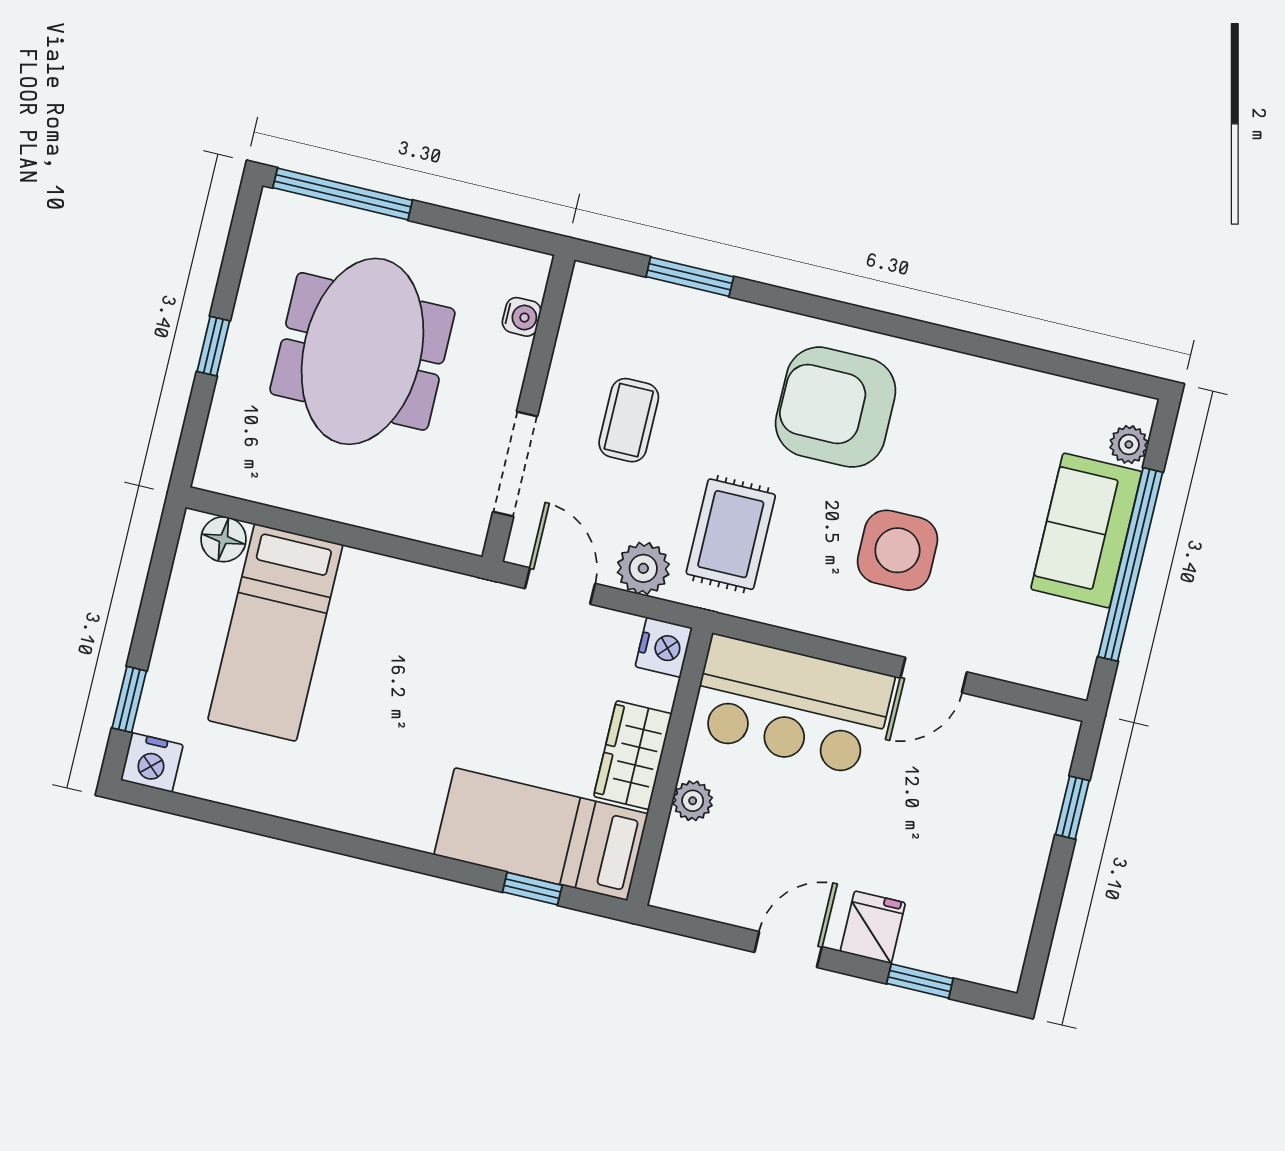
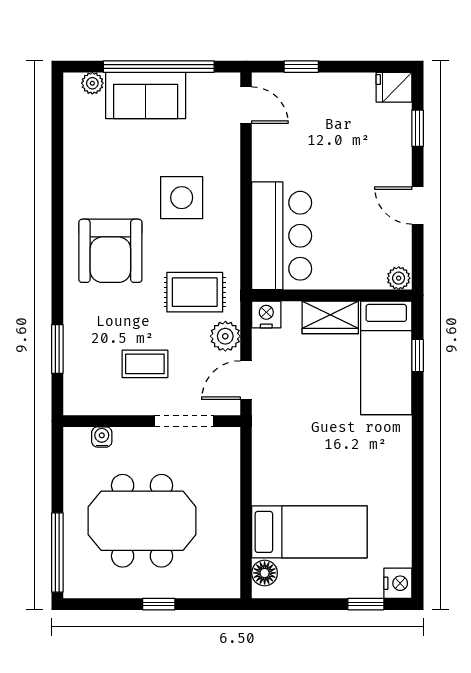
door: (934, 675) -> (246, 105), moved
plant: (693, 801) -> (399, 278), moved
fridge: (873, 927) -> (394, 87), moved

